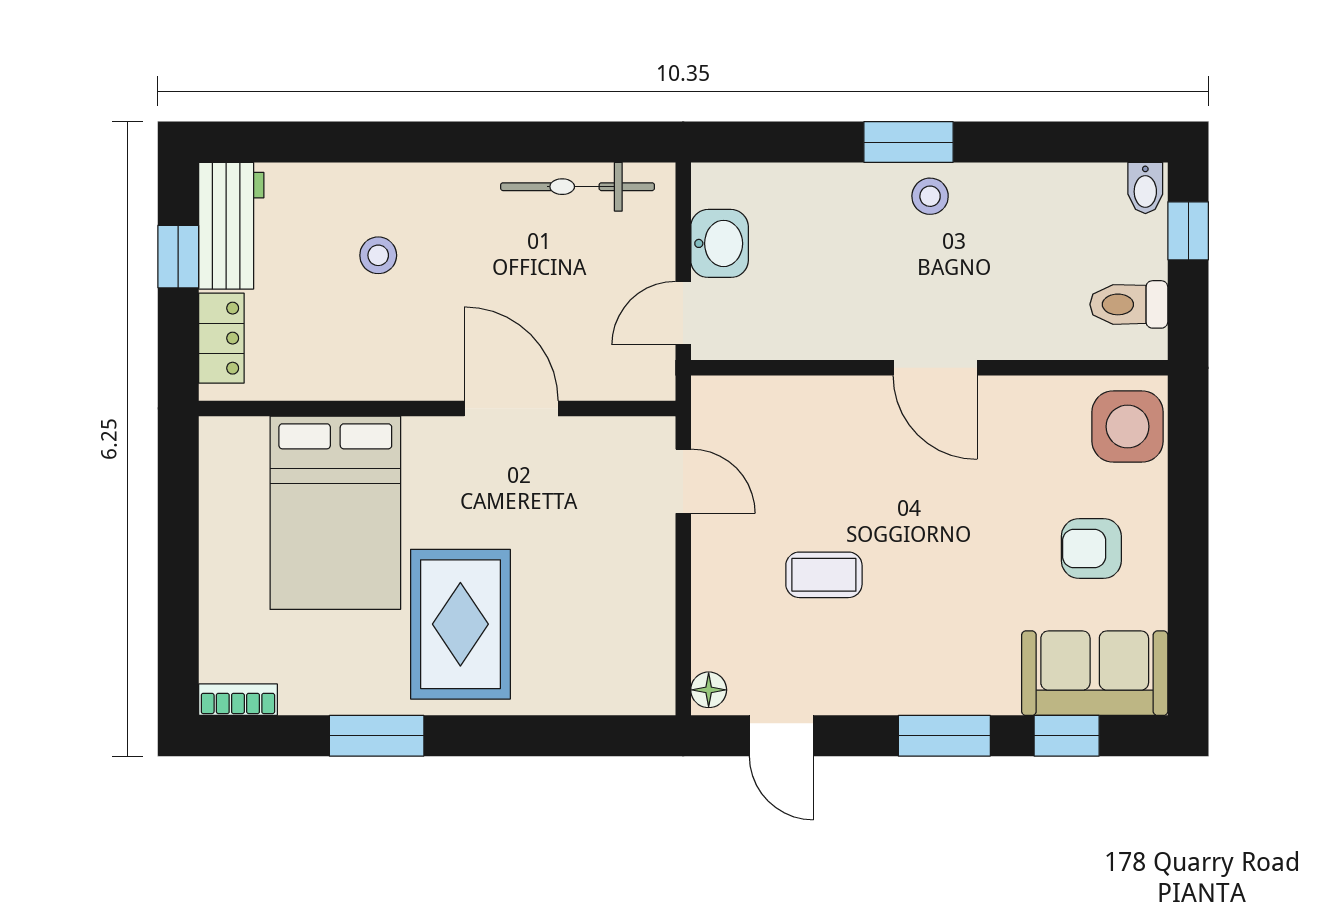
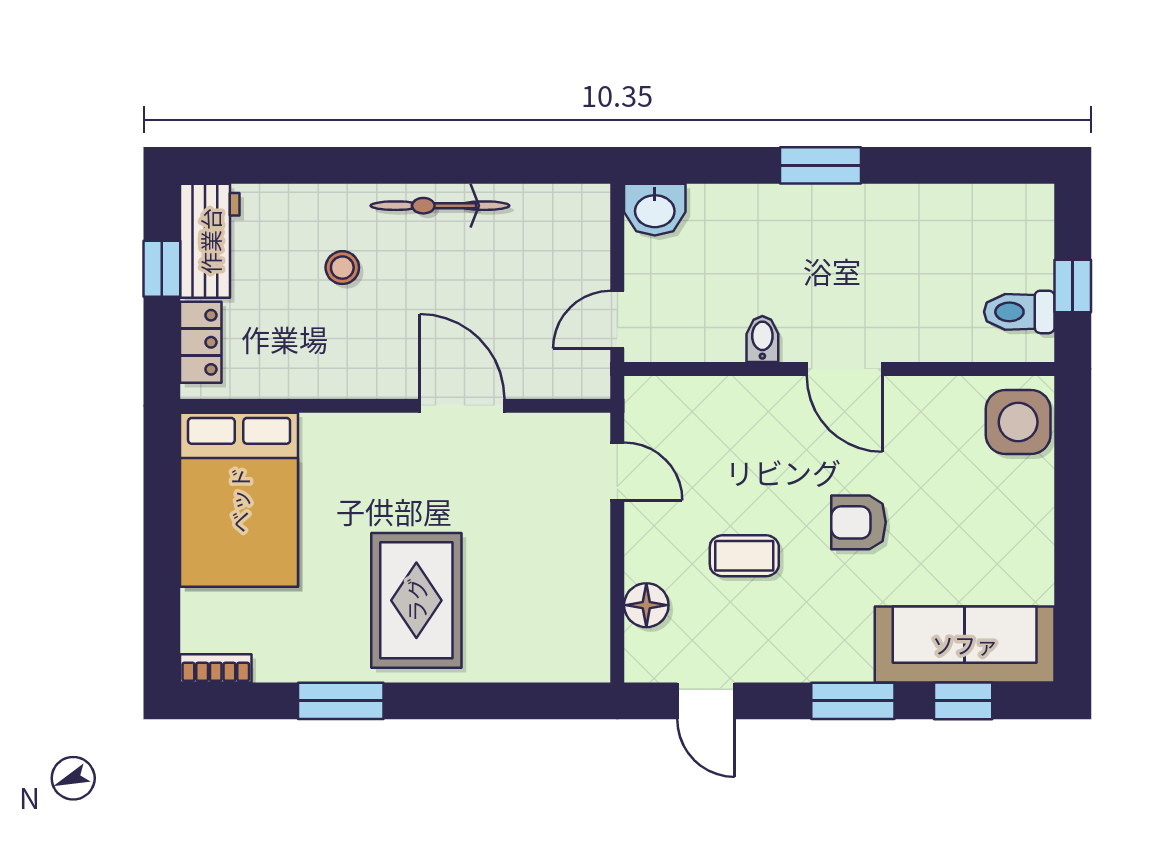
bicycle: (578, 187) -> (440, 206), moved
bidet: (1145, 188) -> (762, 339), moved, turned 180
stool: (930, 196) -> (840, 214), removed
window: (1188, 231) -> (1073, 286), moved
washbasin: (720, 243) -> (655, 210), moved, turned 90
bed: (335, 513) -> (239, 500), moved
armchair: (1091, 549) -> (858, 522), moved
sofa: (1095, 673) -> (965, 644), width x1.36
floor lamp: (709, 690) -> (646, 605), moved, width x1.37, depth x1.37

